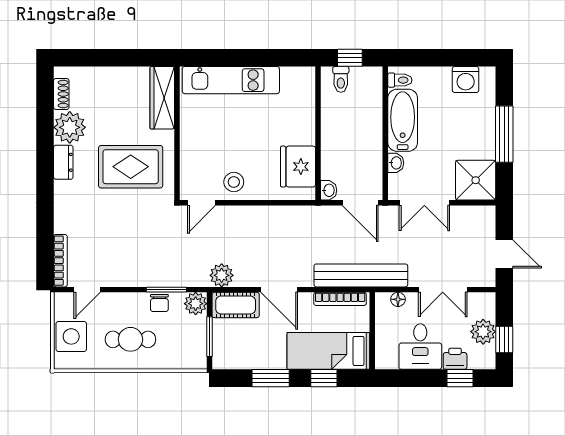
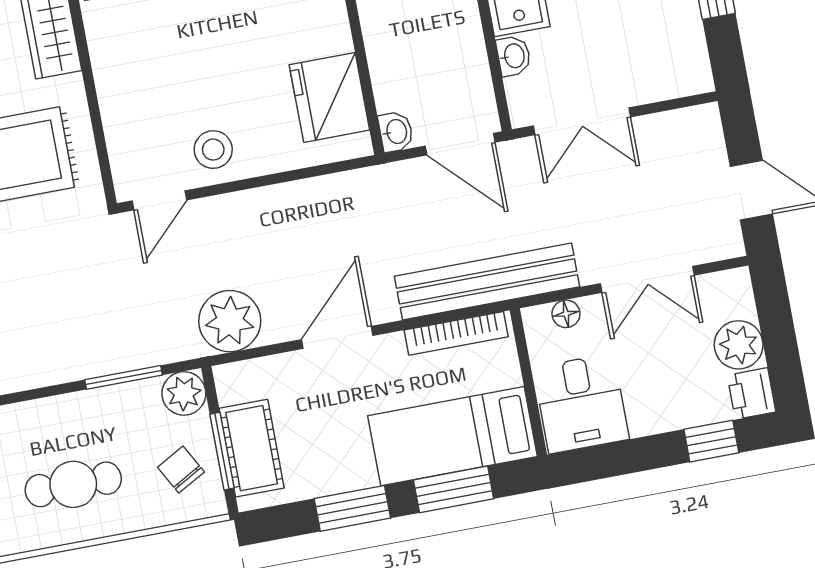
shower: (476, 180) -> (671, 60), removed
plant: (222, 275) -> (230, 321), width x1.36, depth x1.36
door: (279, 290) -> (337, 337), swing flipped
chair: (159, 303) -> (181, 470), moved, turned 151
cot: (236, 305) -> (252, 448), moved, turned 90
window: (504, 340) -> (782, 352), removed
desk: (420, 347) -> (581, 403), moved
printer: (455, 359) -> (751, 394), moved, turned -90
window: (324, 378) -> (454, 489), width x1.50

